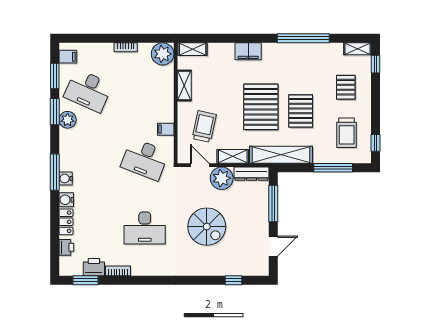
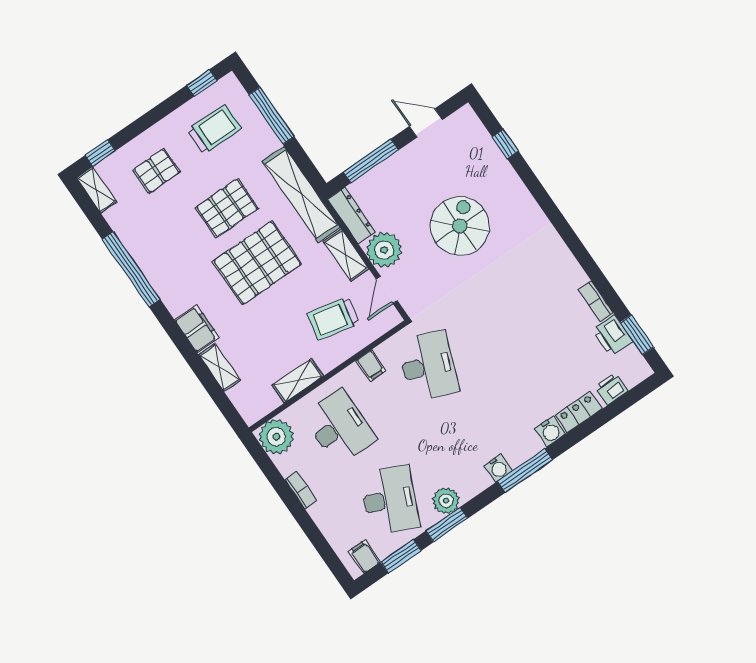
shelving: (193, 49) -> (219, 367), moved
water cooler: (66, 178) -> (498, 468), moved
desk: (145, 228) -> (340, 427), moved

